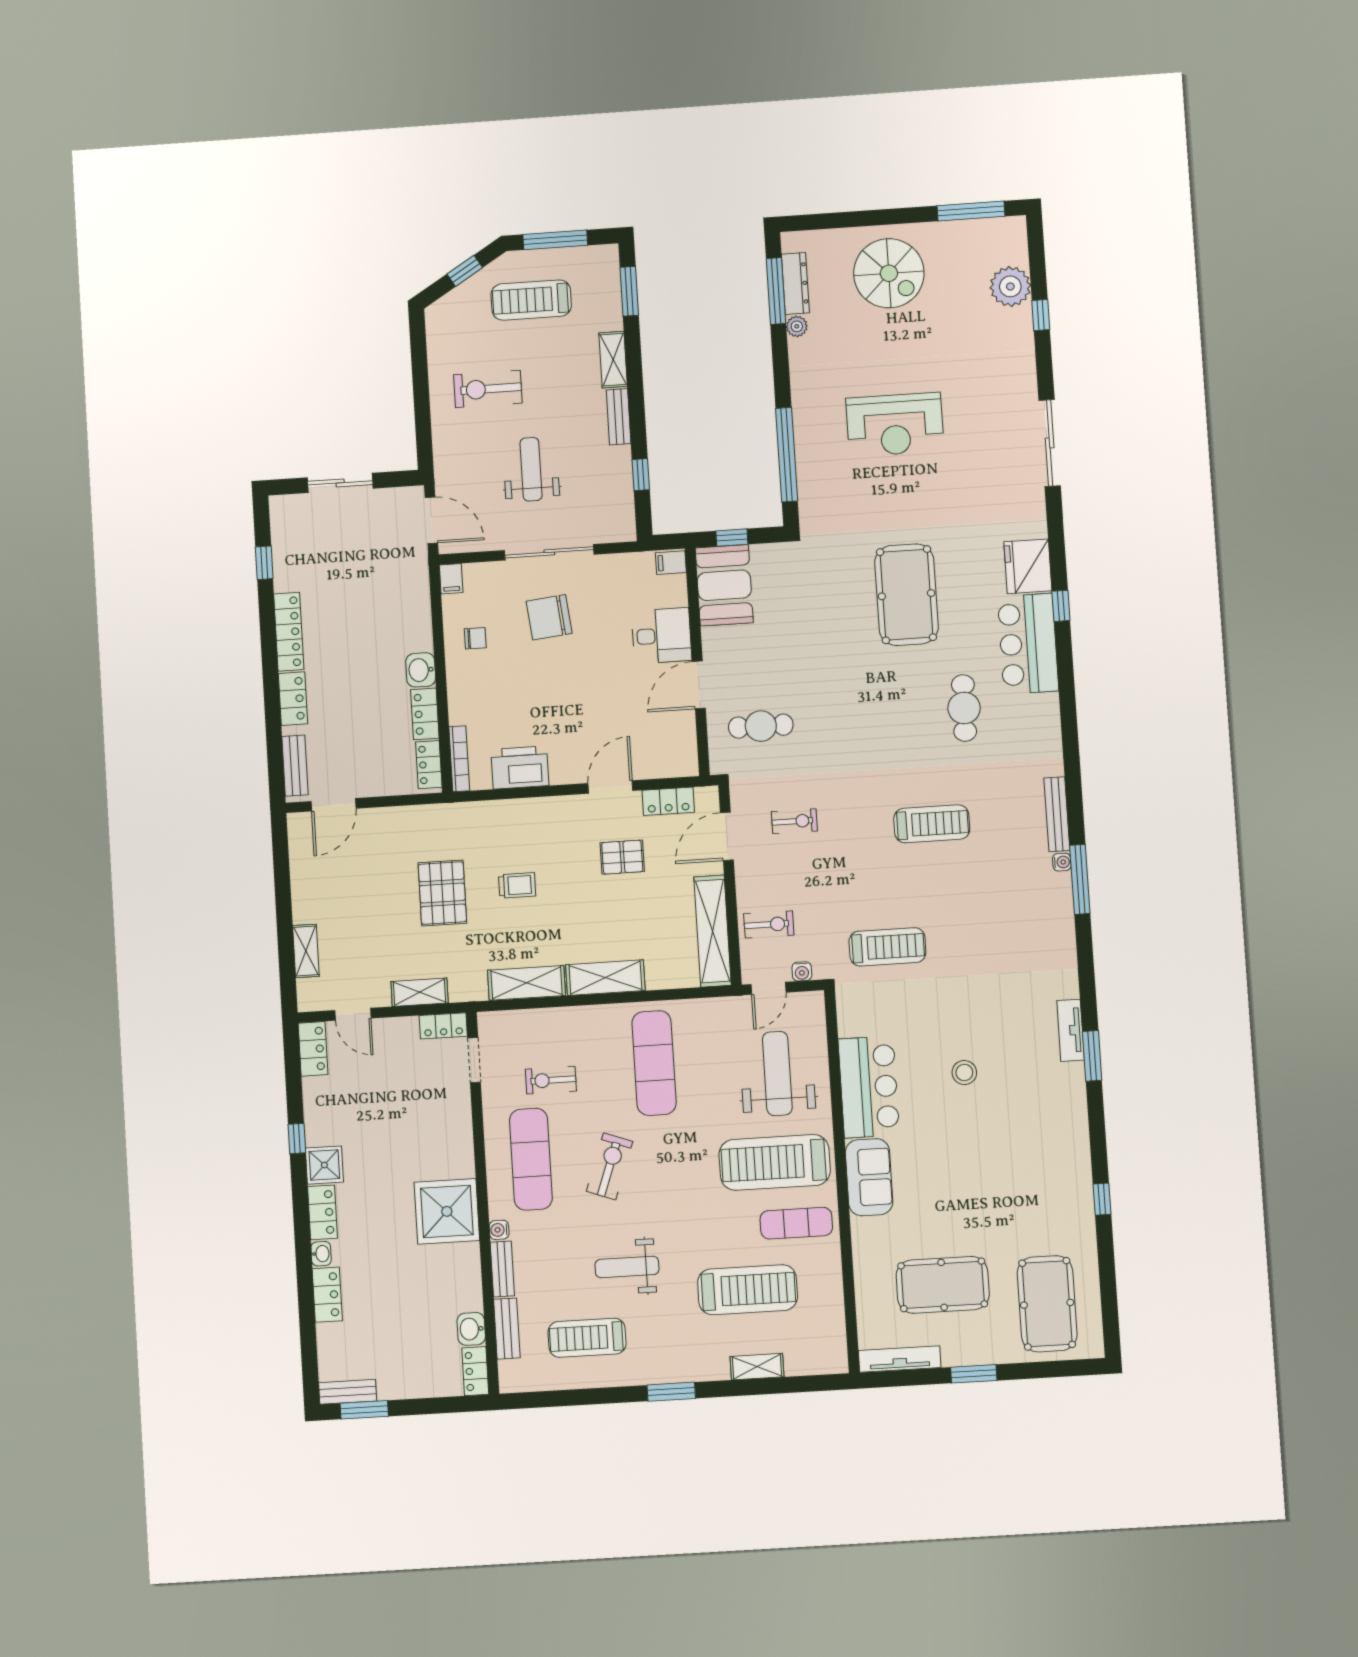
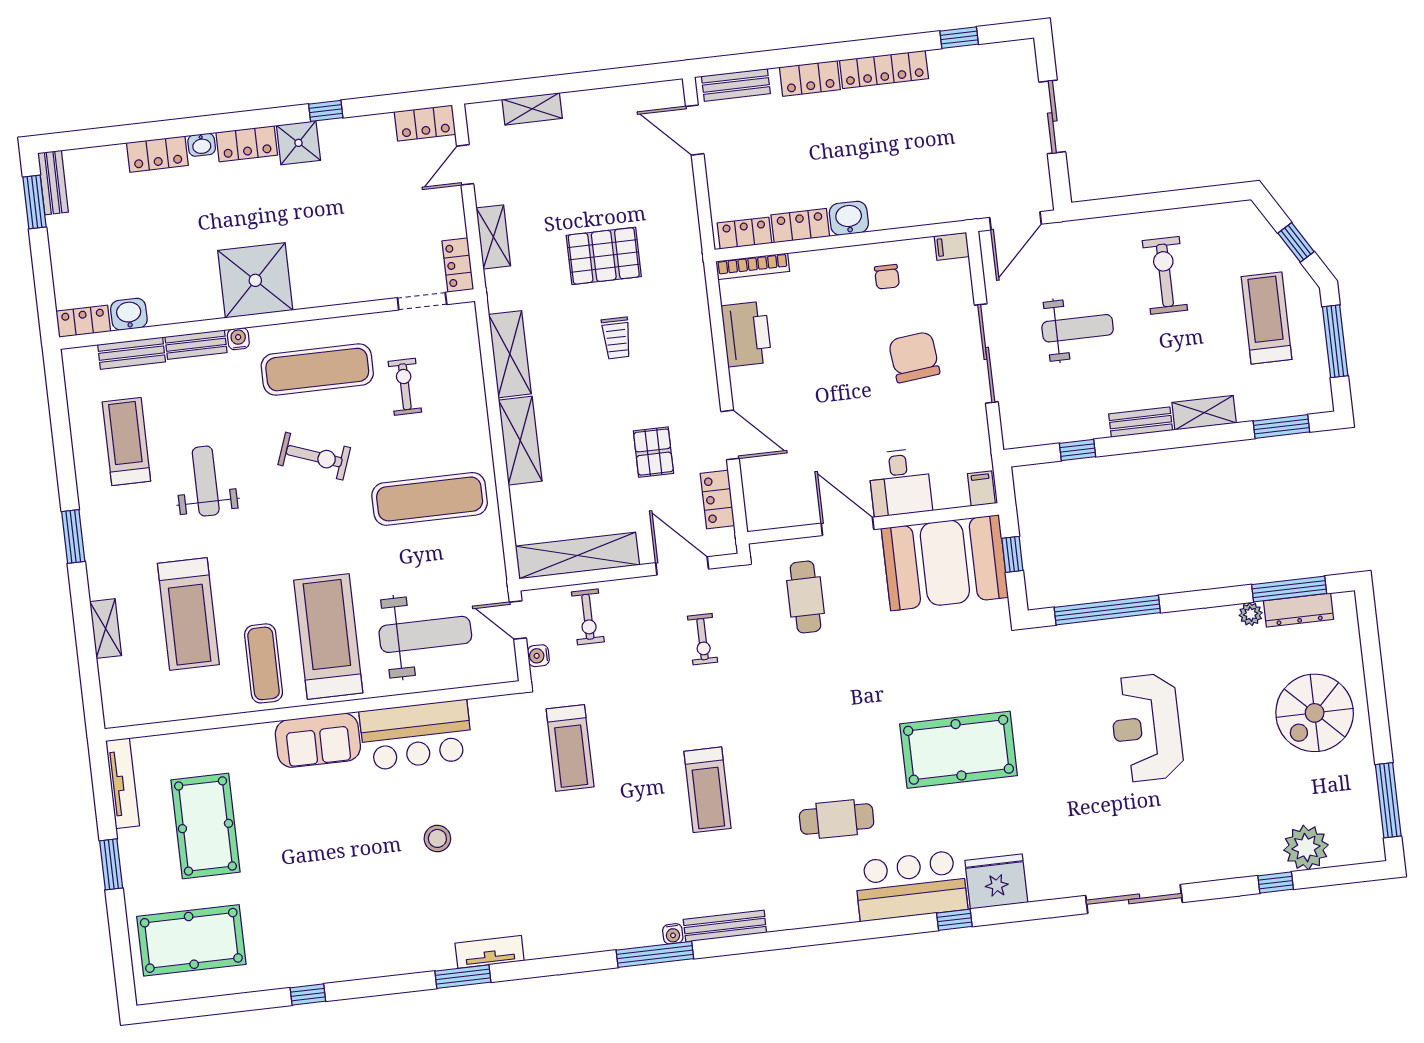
booth: (724, 585) -> (945, 563), width x1.36, depth x1.42

